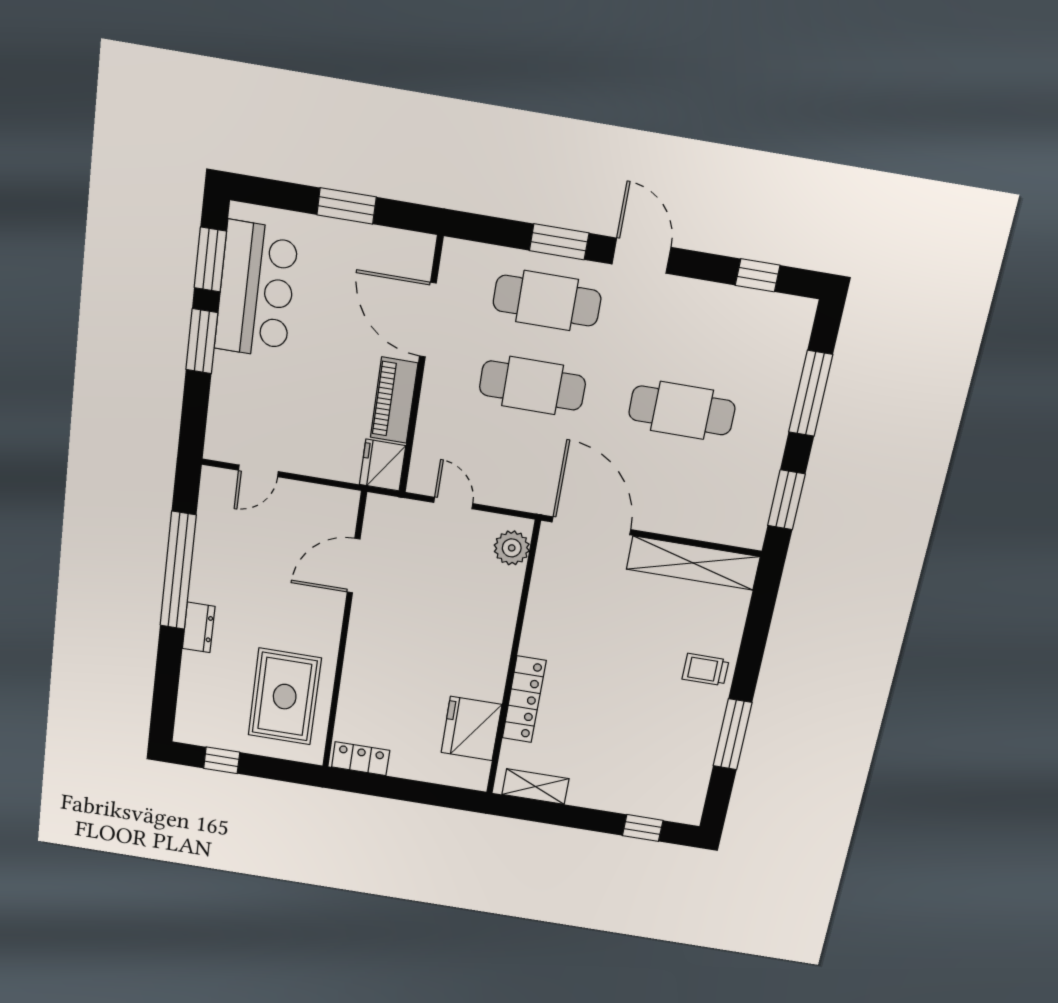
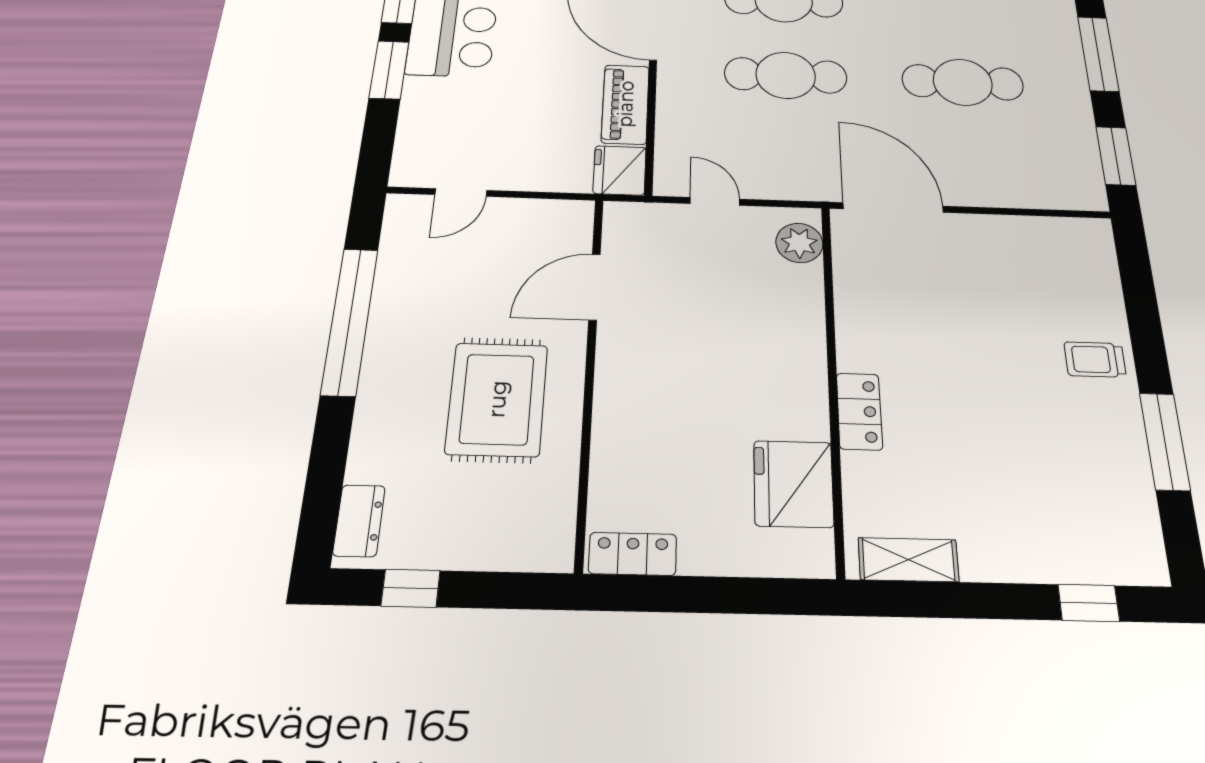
shelving: (693, 563) -> (1032, 234), removed
dresser: (199, 627) -> (359, 521), moved
rug: (285, 697) -> (497, 399), moved
locker: (524, 699) -> (859, 411), width x0.66

